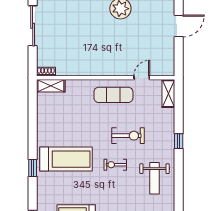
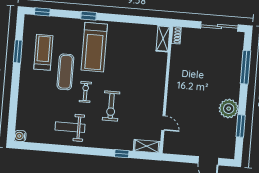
exercise mat: (113, 95) -> (65, 72), moved
window: (179, 141) -> (122, 154), moved

